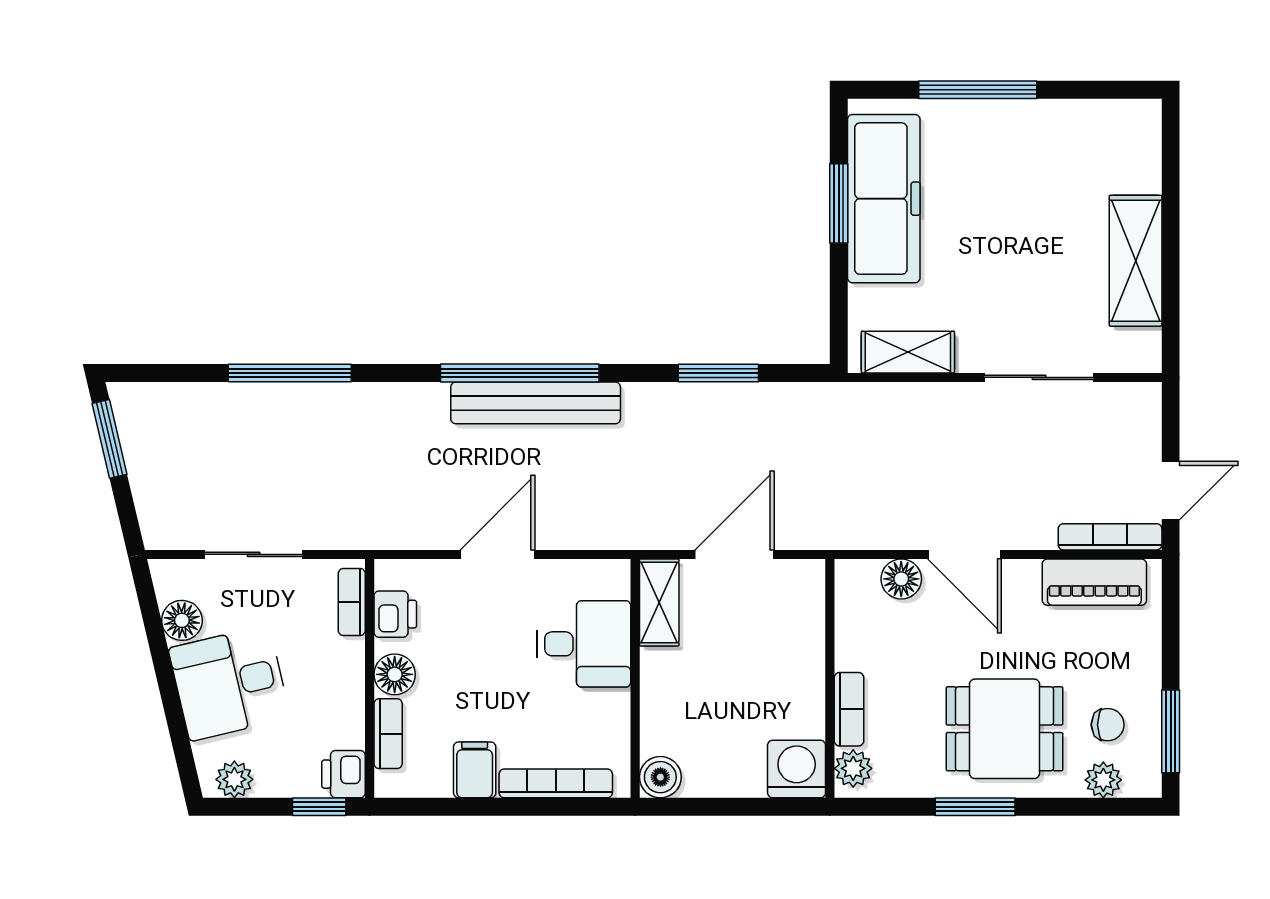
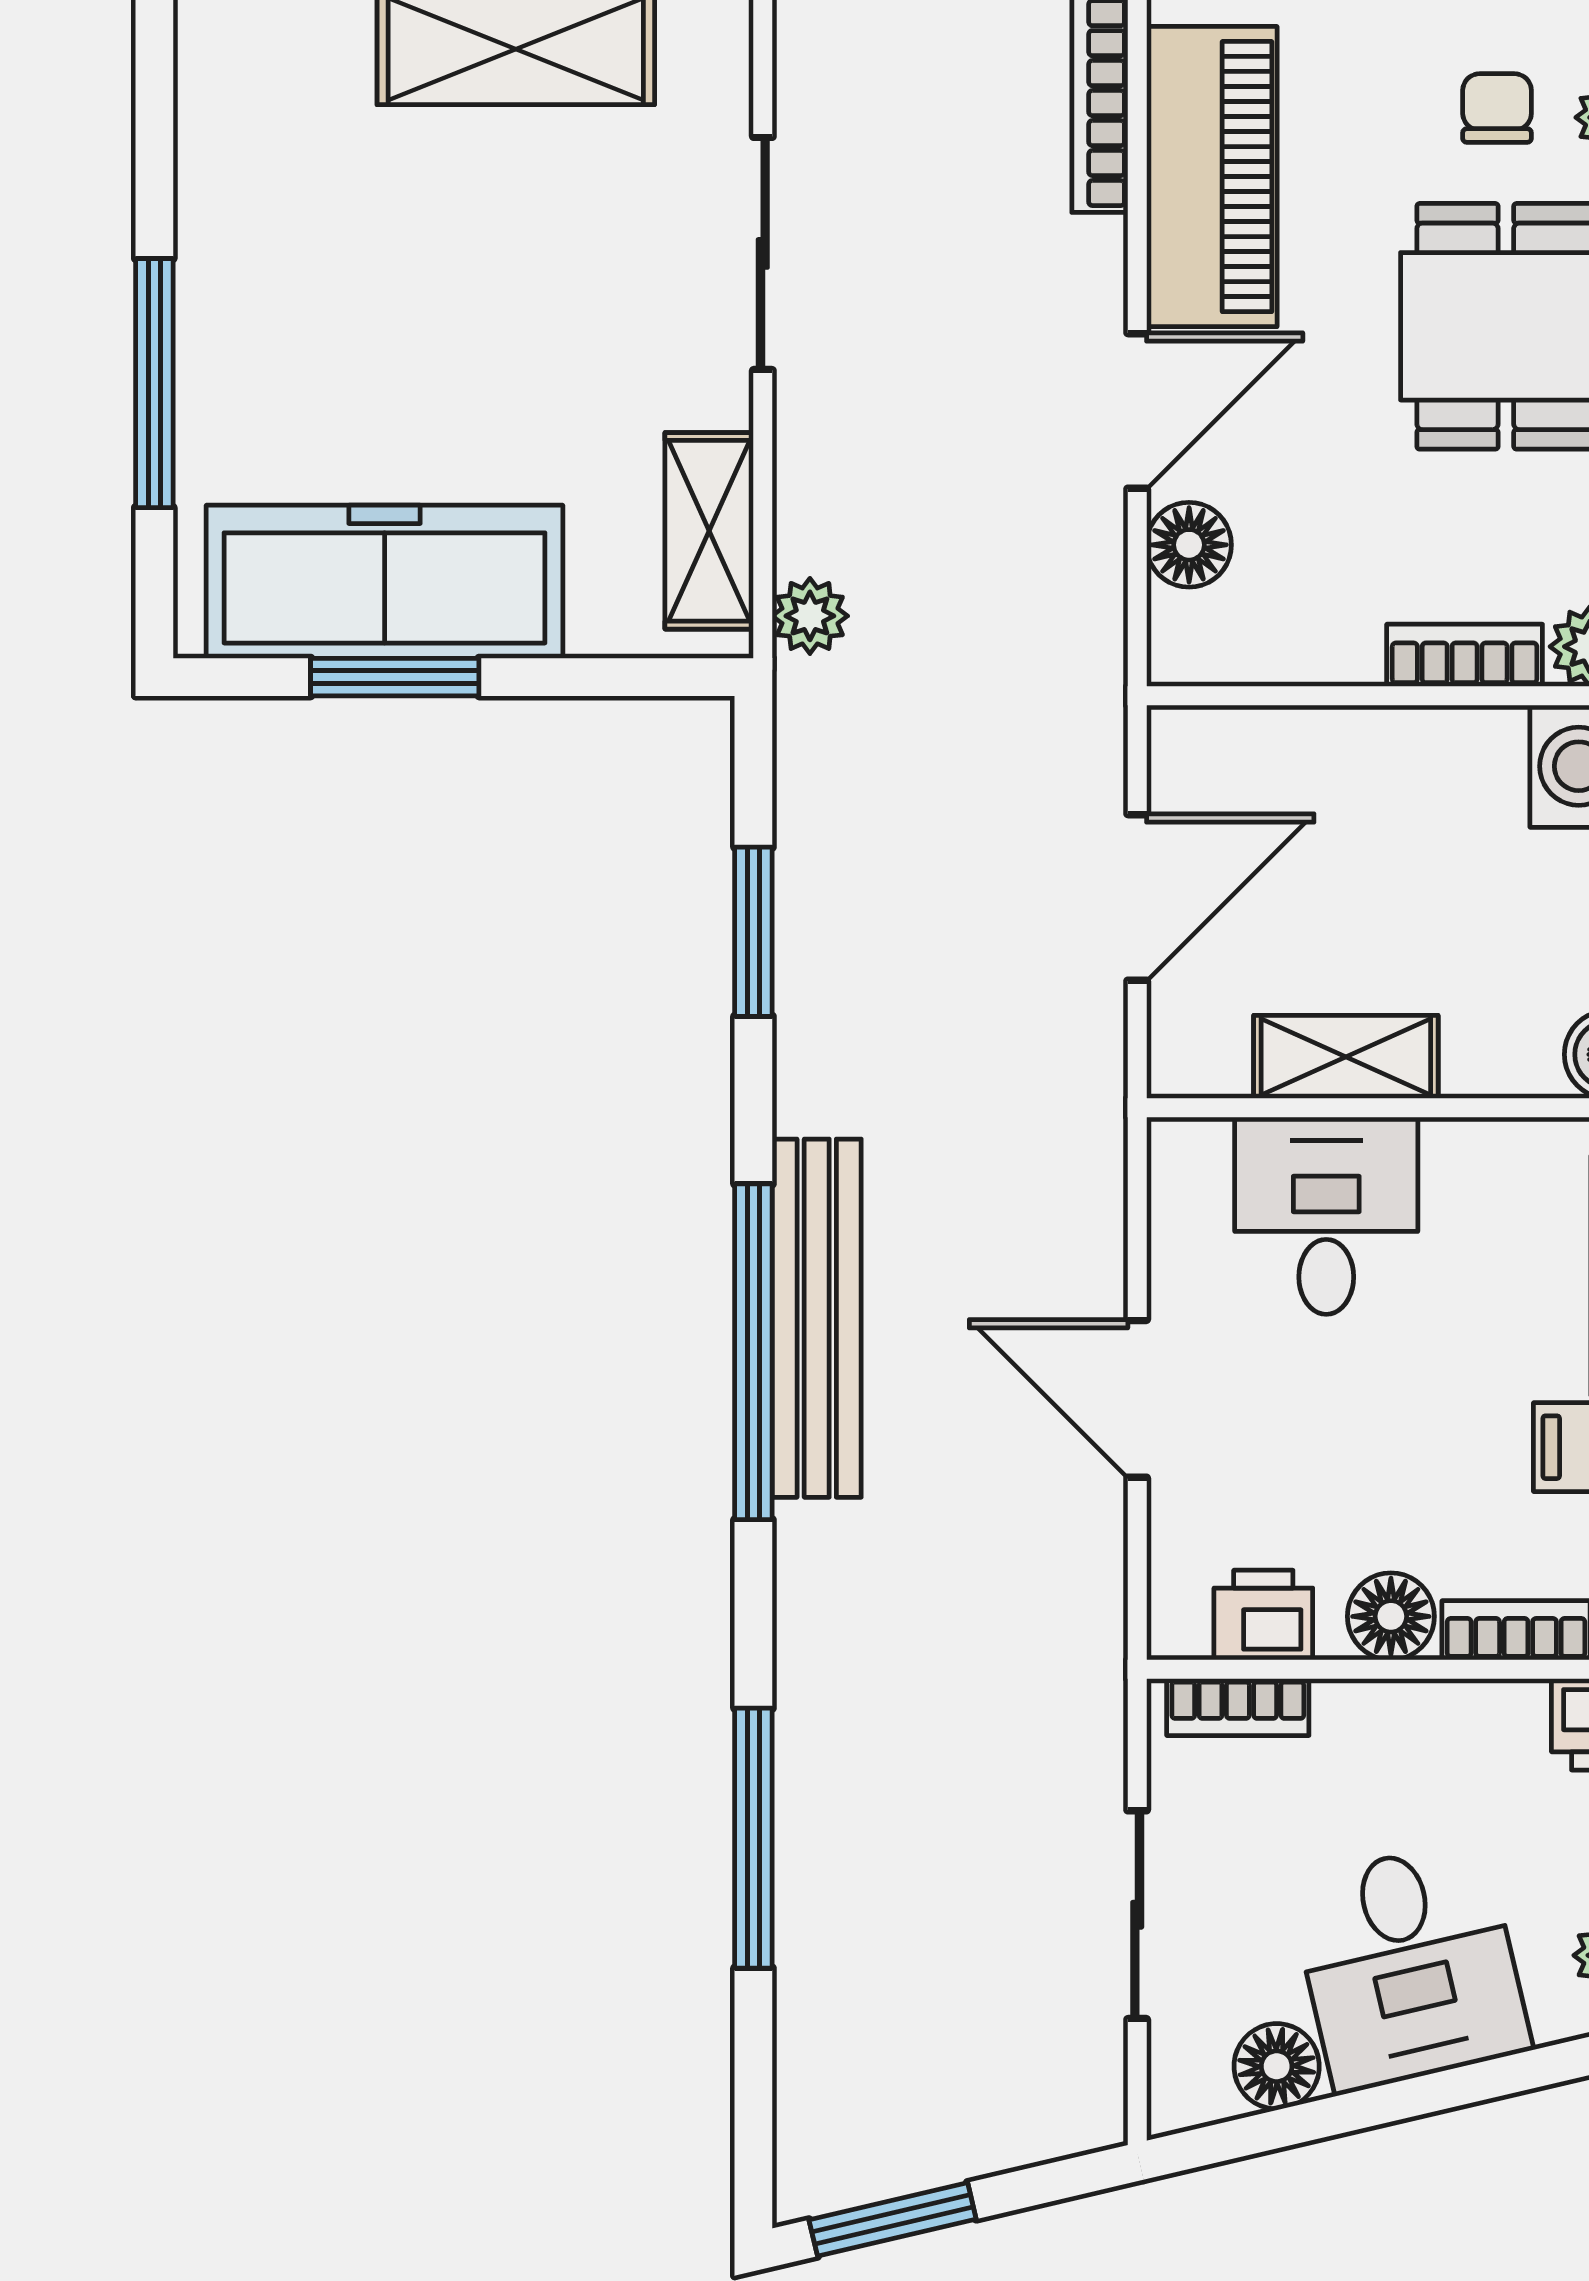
plant: (868, 400) -> (810, 616), added
door: (735, 554) -> (1137, 897), swing flipped
piano: (1094, 582) -> (1212, 177), width x1.37, depth x1.33
shelving: (659, 602) -> (1346, 1057), moved

